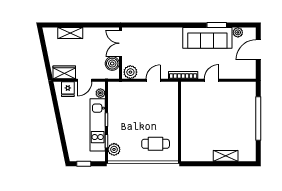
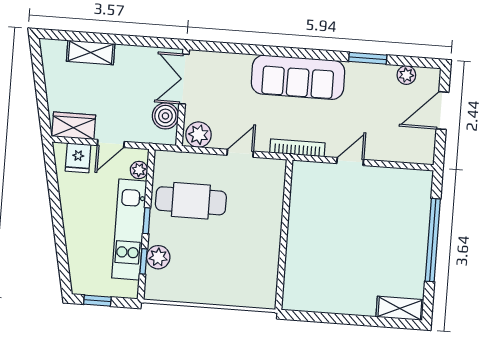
sofa: (207, 38) -> (298, 77), moved
cafe table: (156, 144) -> (191, 201), moved, width x1.37, depth x1.35
plant: (114, 149) -> (158, 257), moved
shelving: (226, 156) -> (400, 308), moved

